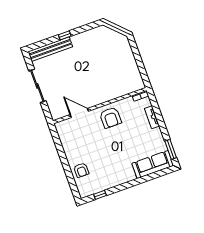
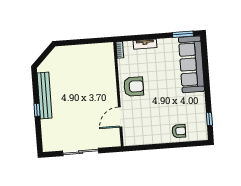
bench: (50, 49) -> (44, 96), moved
sofa: (153, 164) -> (191, 64), width x1.36, depth x1.27

